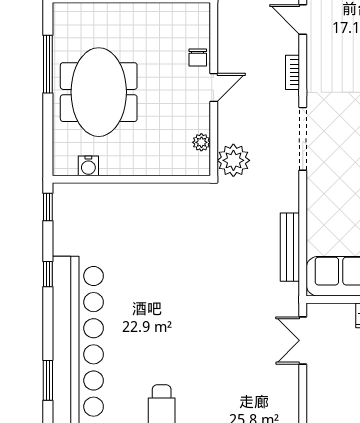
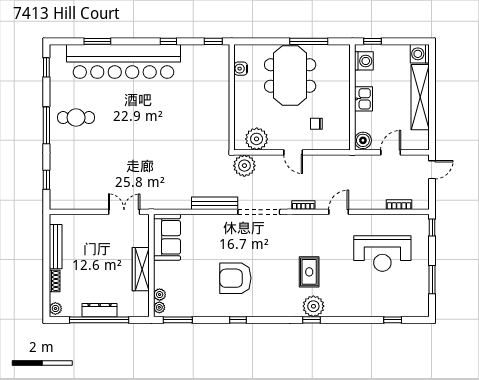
chair: (198, 58) -> (316, 124), moved
meeting table: (99, 92) -> (290, 75), turned 90
plant: (201, 142) -> (257, 139), width x1.88, depth x1.88
bench: (290, 247) -> (215, 203), moved

